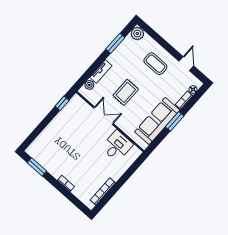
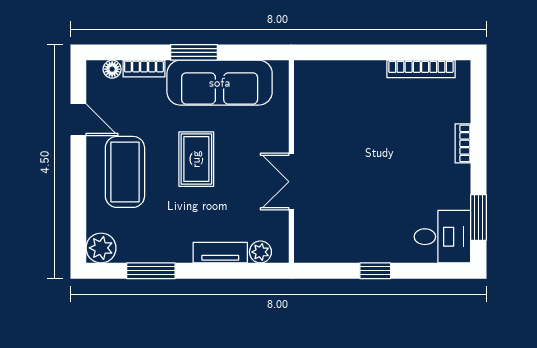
coffee table: (155, 64) -> (125, 172), width x1.36, depth x1.32
door: (186, 64) -> (78, 120), swing flipped
rug: (126, 92) -> (196, 159), moved, turned 90
window: (62, 103) -> (375, 271), moved
desk: (117, 146) -> (442, 237), moved, turned 180

